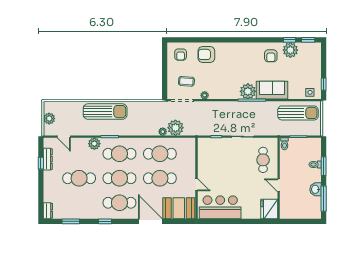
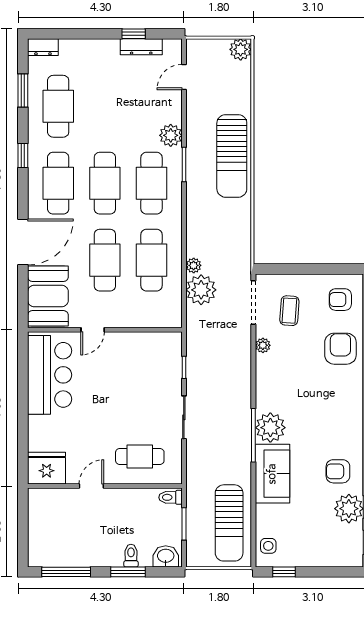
plant: (49, 119) -> (241, 49), moved
cafe table: (79, 178) -> (58, 106), moved
washbasin: (316, 189) -> (166, 556), moved

